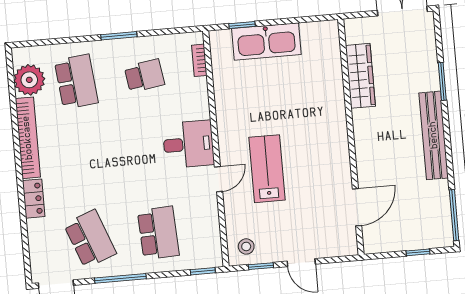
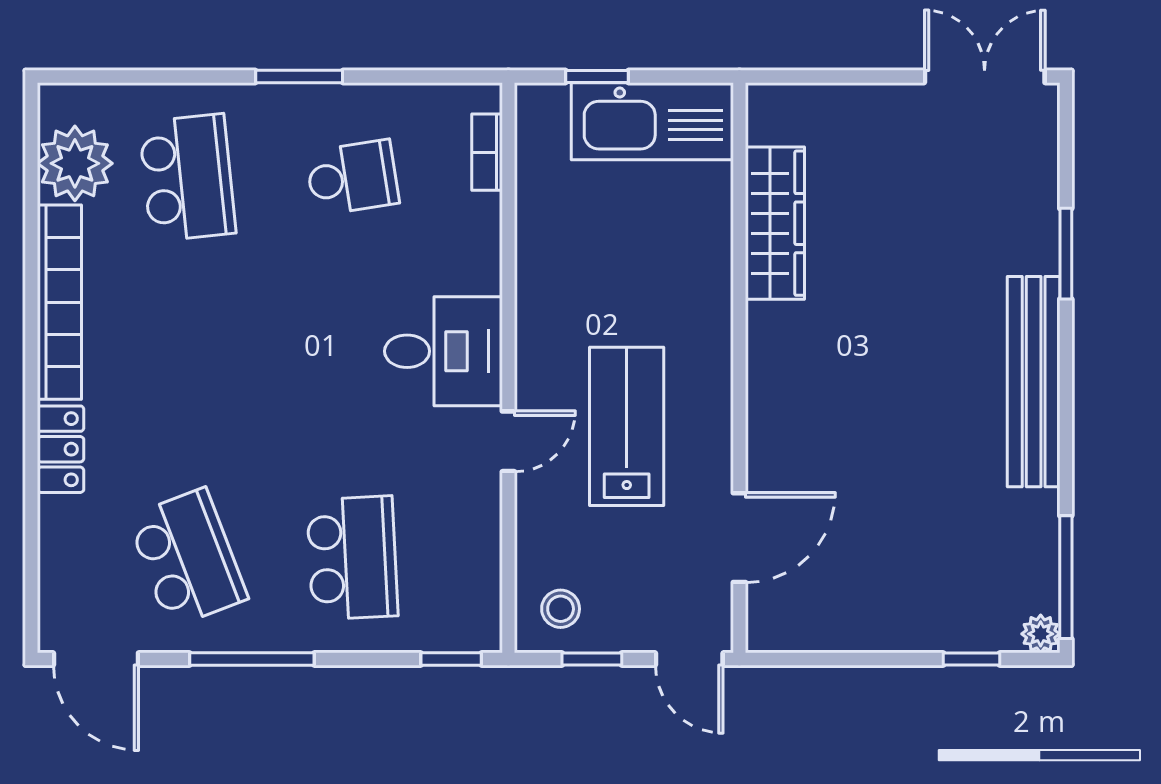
wardrobe: (360, 76) -> (775, 223), moved
wall: (351, 137) -> (739, 368), moved
door: (357, 207) -> (739, 538), moved
plant: (446, 240) -> (1041, 634), added

